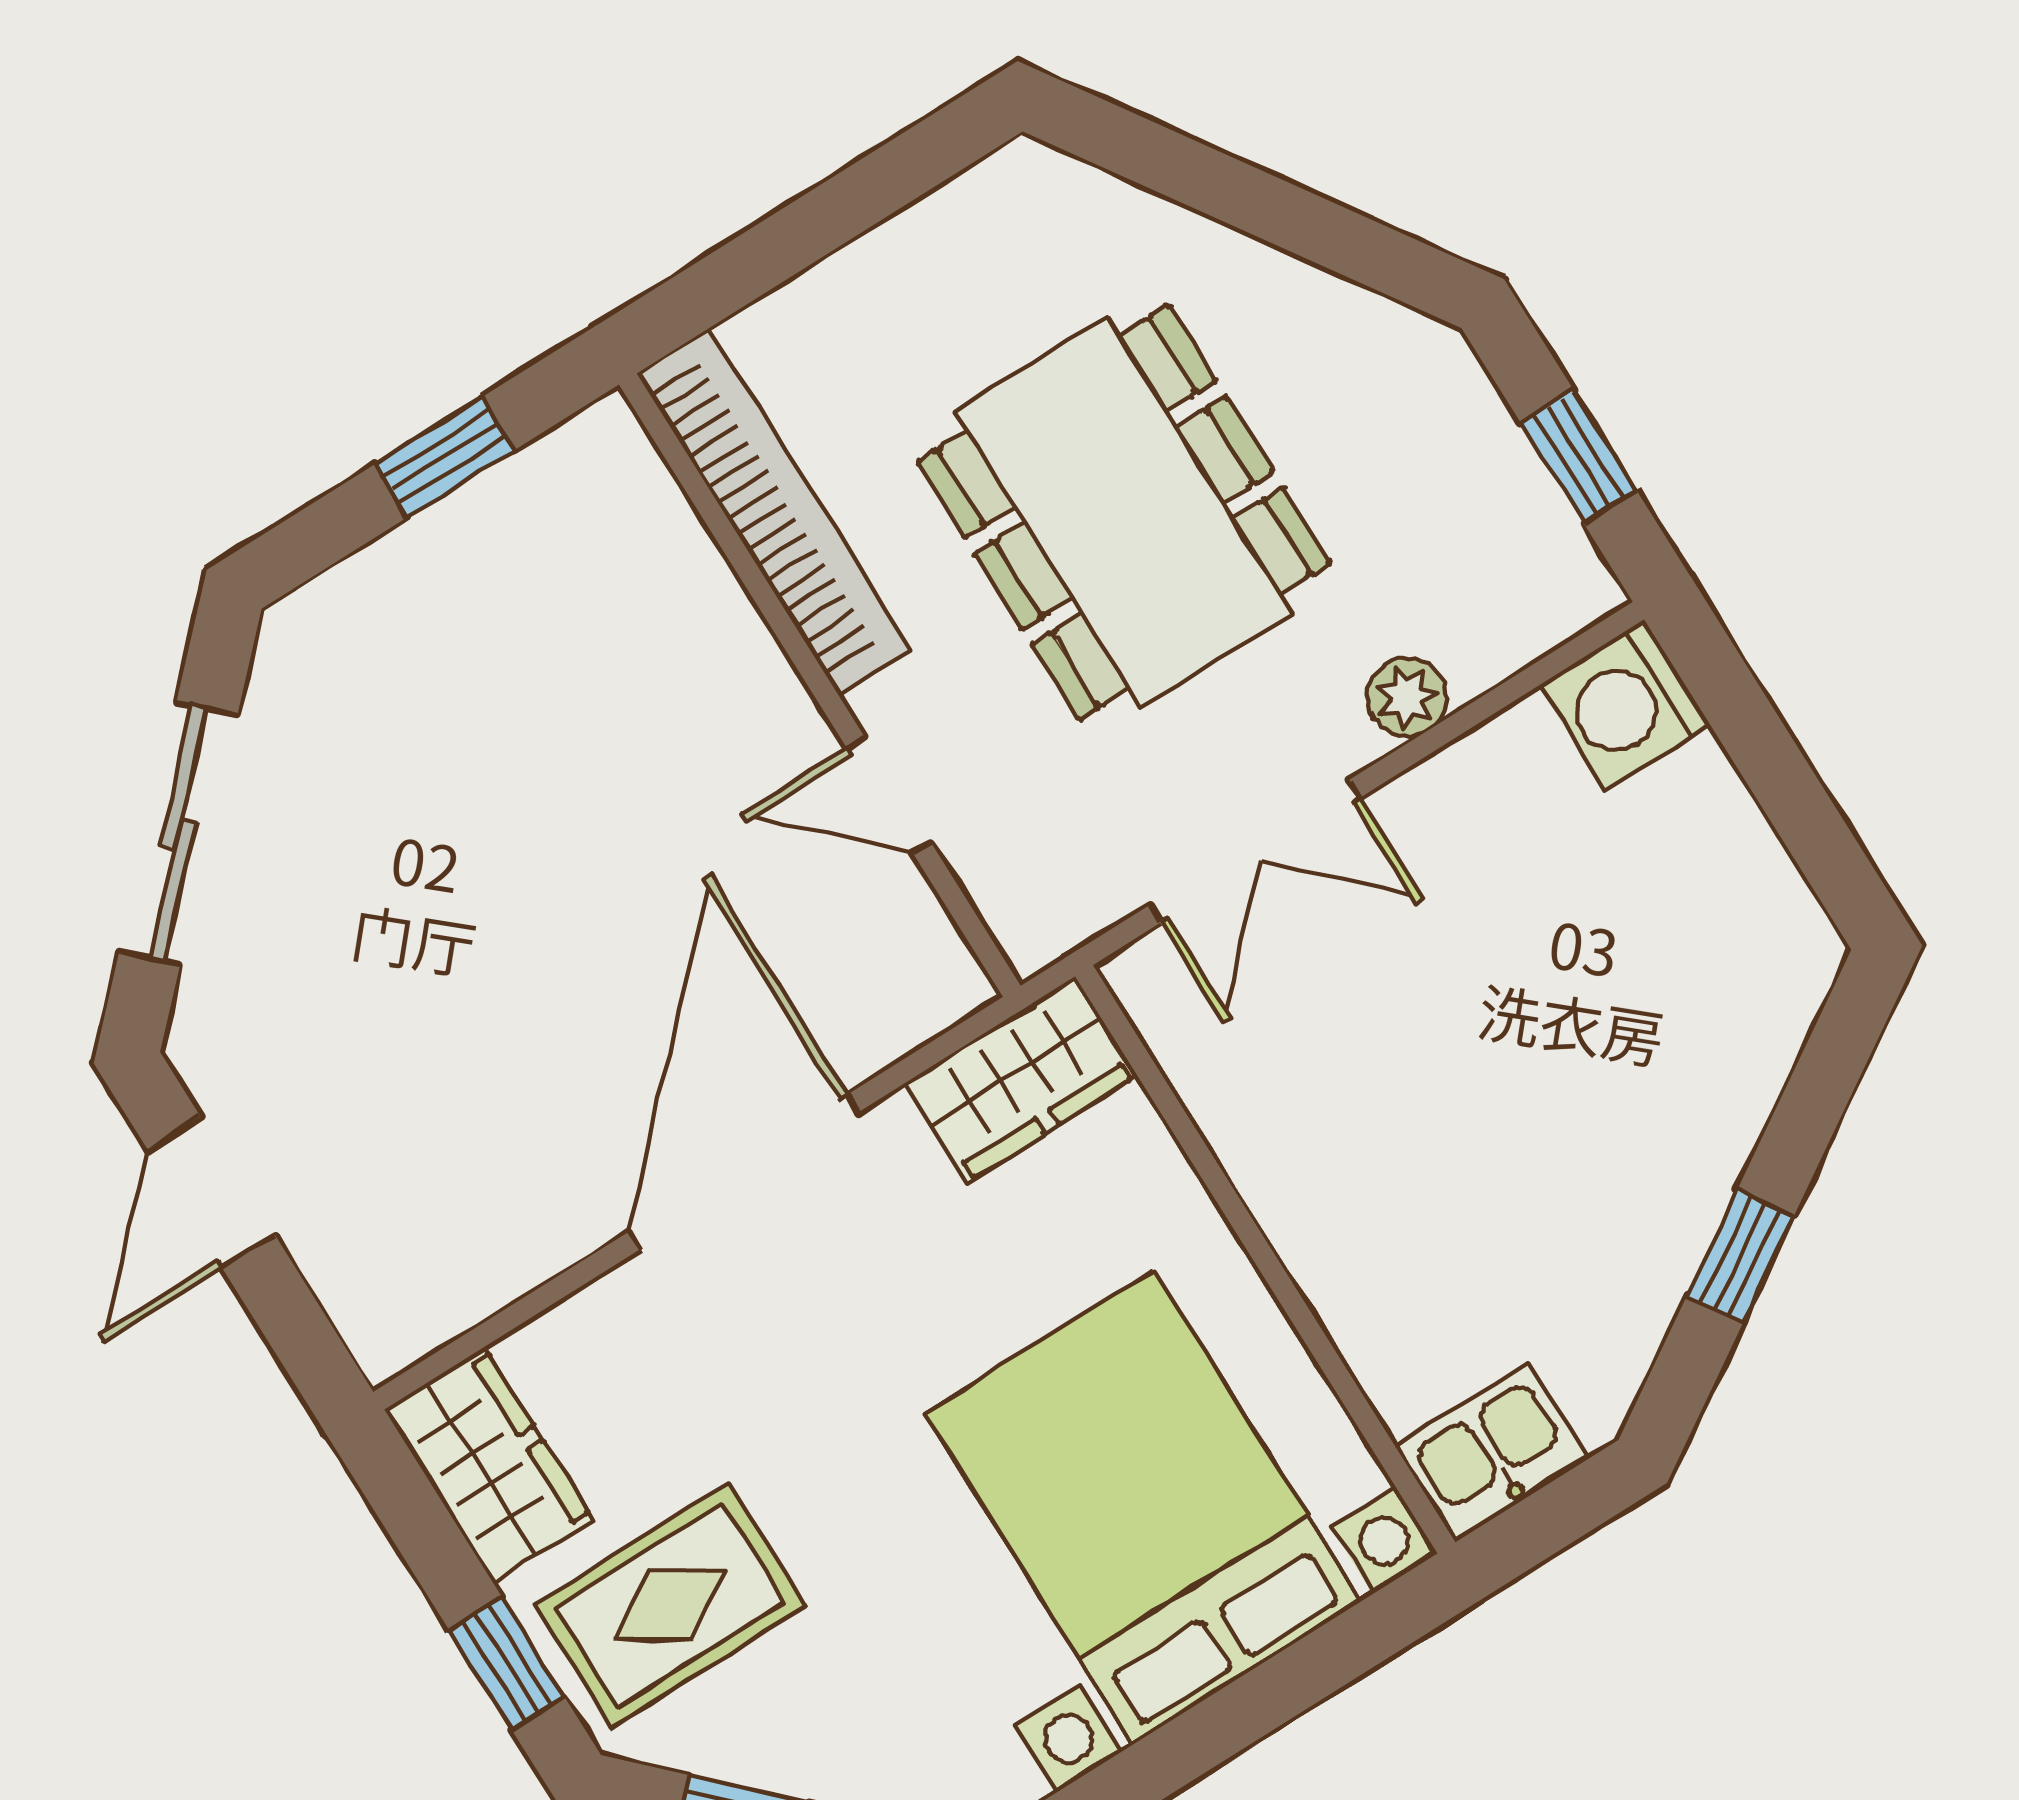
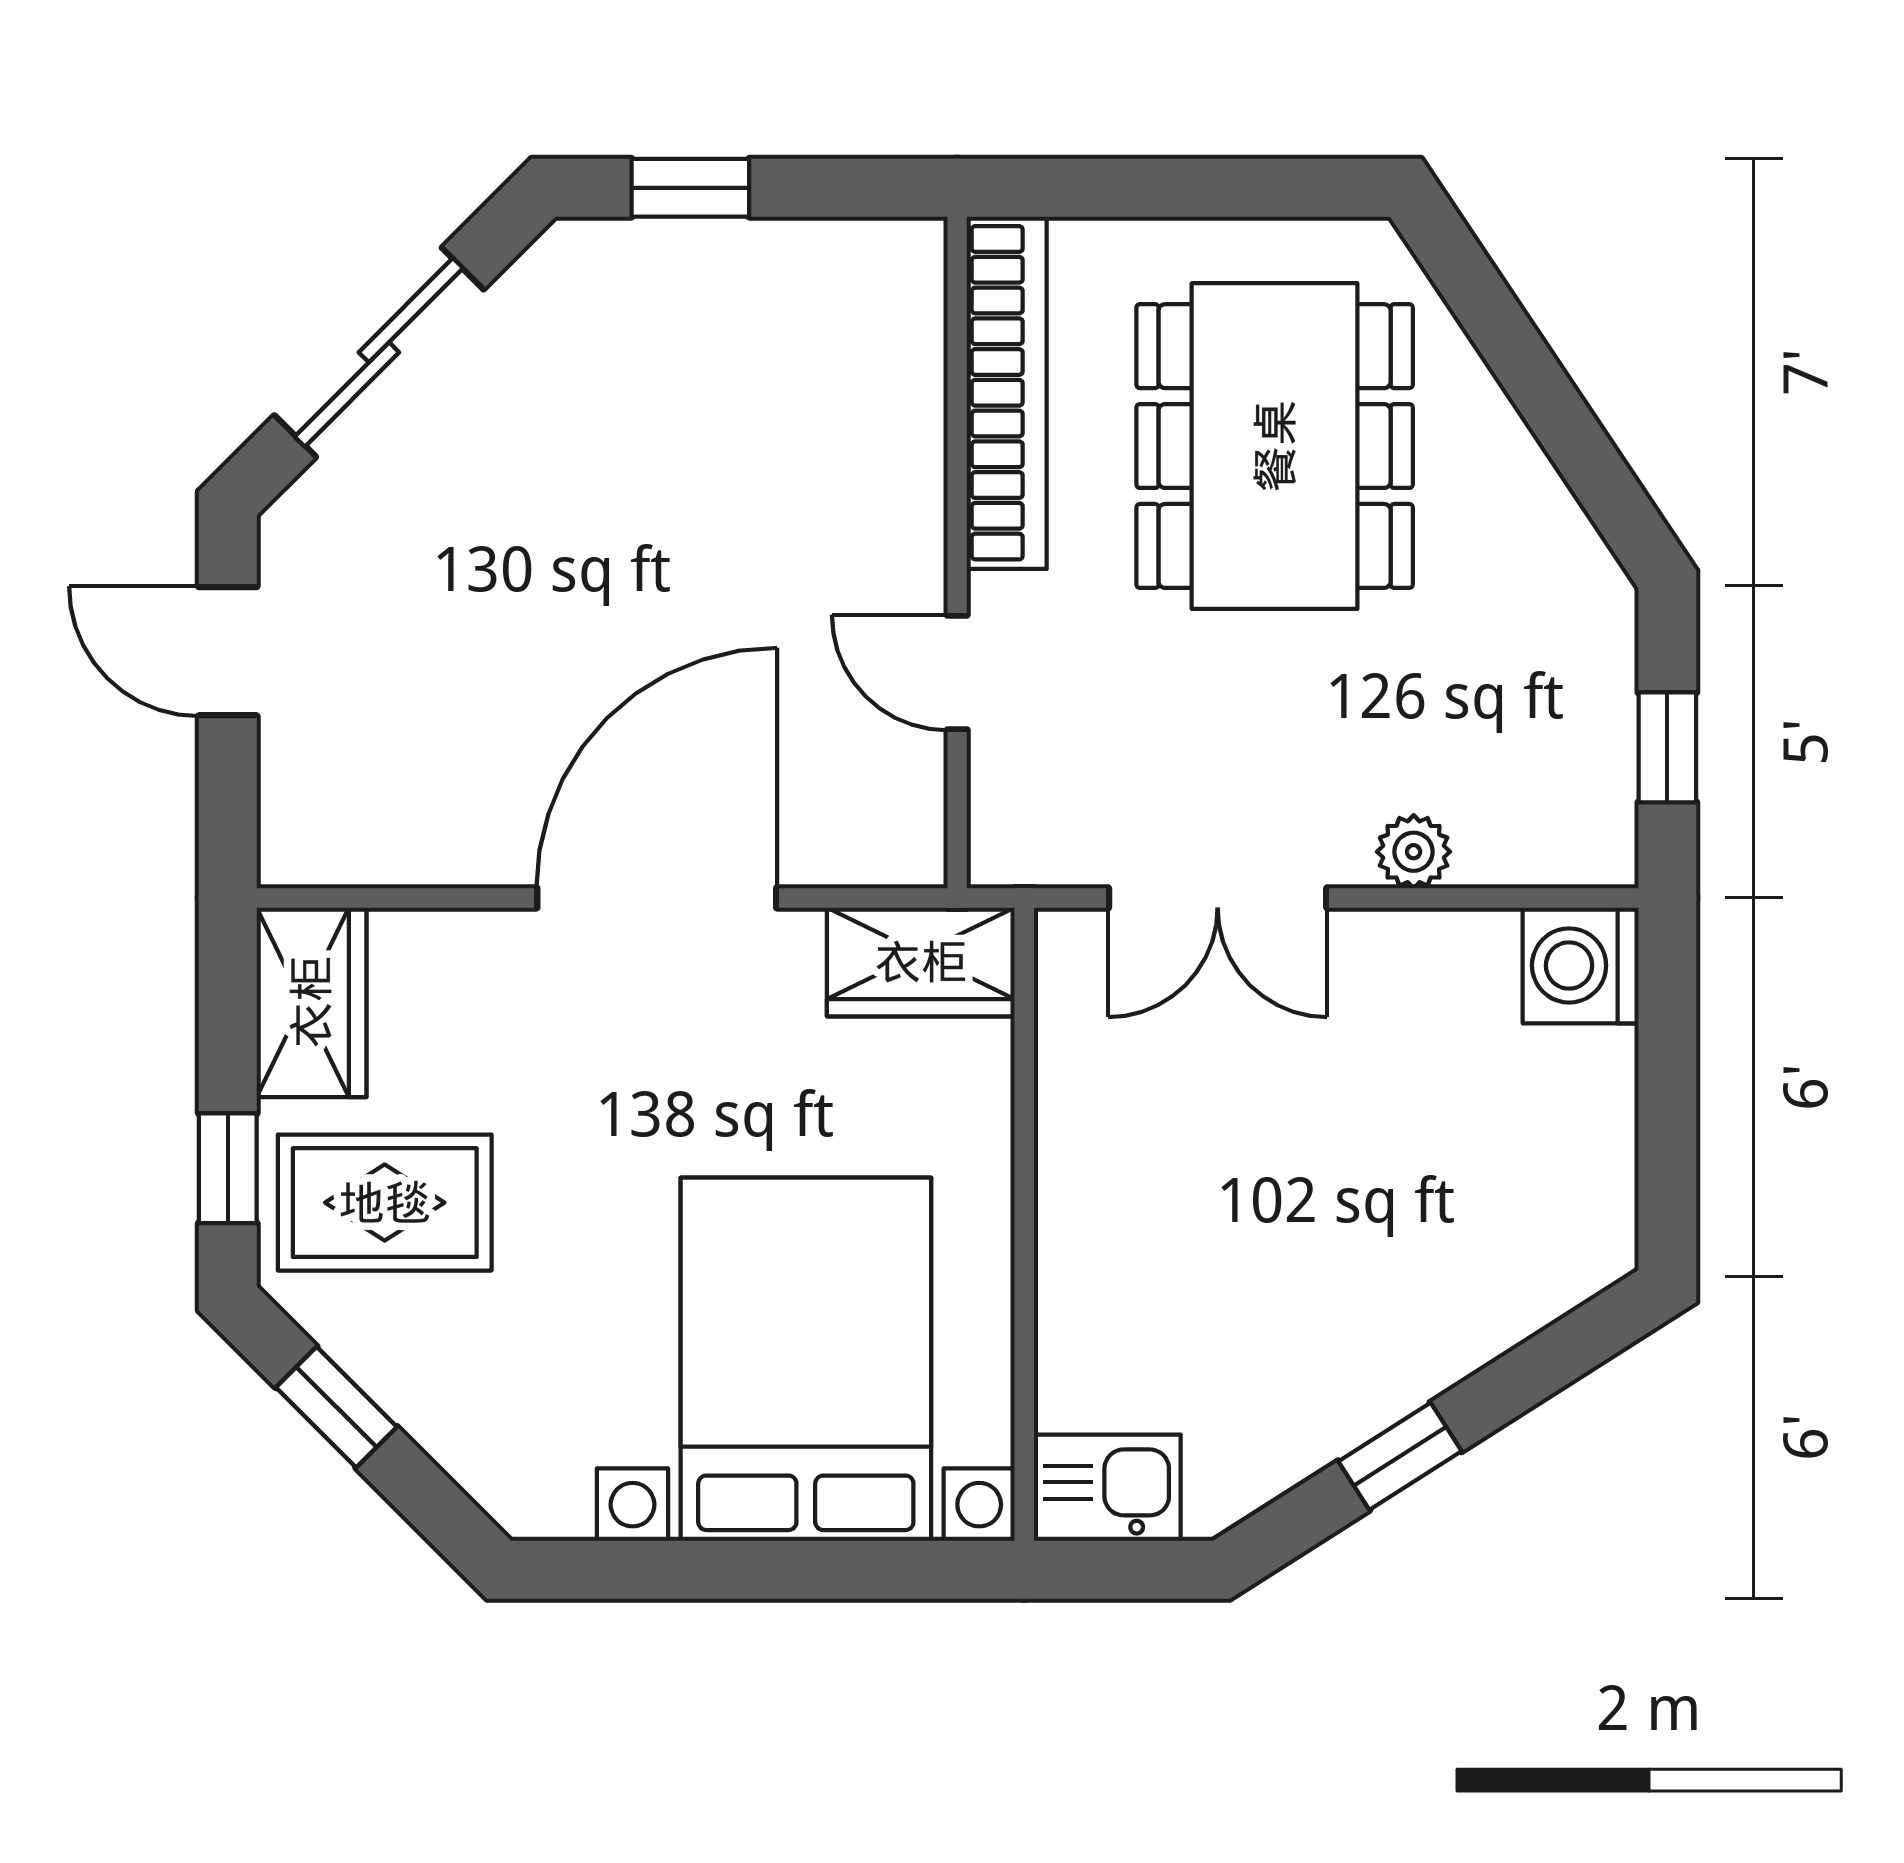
window: (445, 457) -> (690, 188), moved
dining table: (1124, 512) -> (1275, 446), moved
door: (211, 1192) -> (228, 651), hinge flipped

